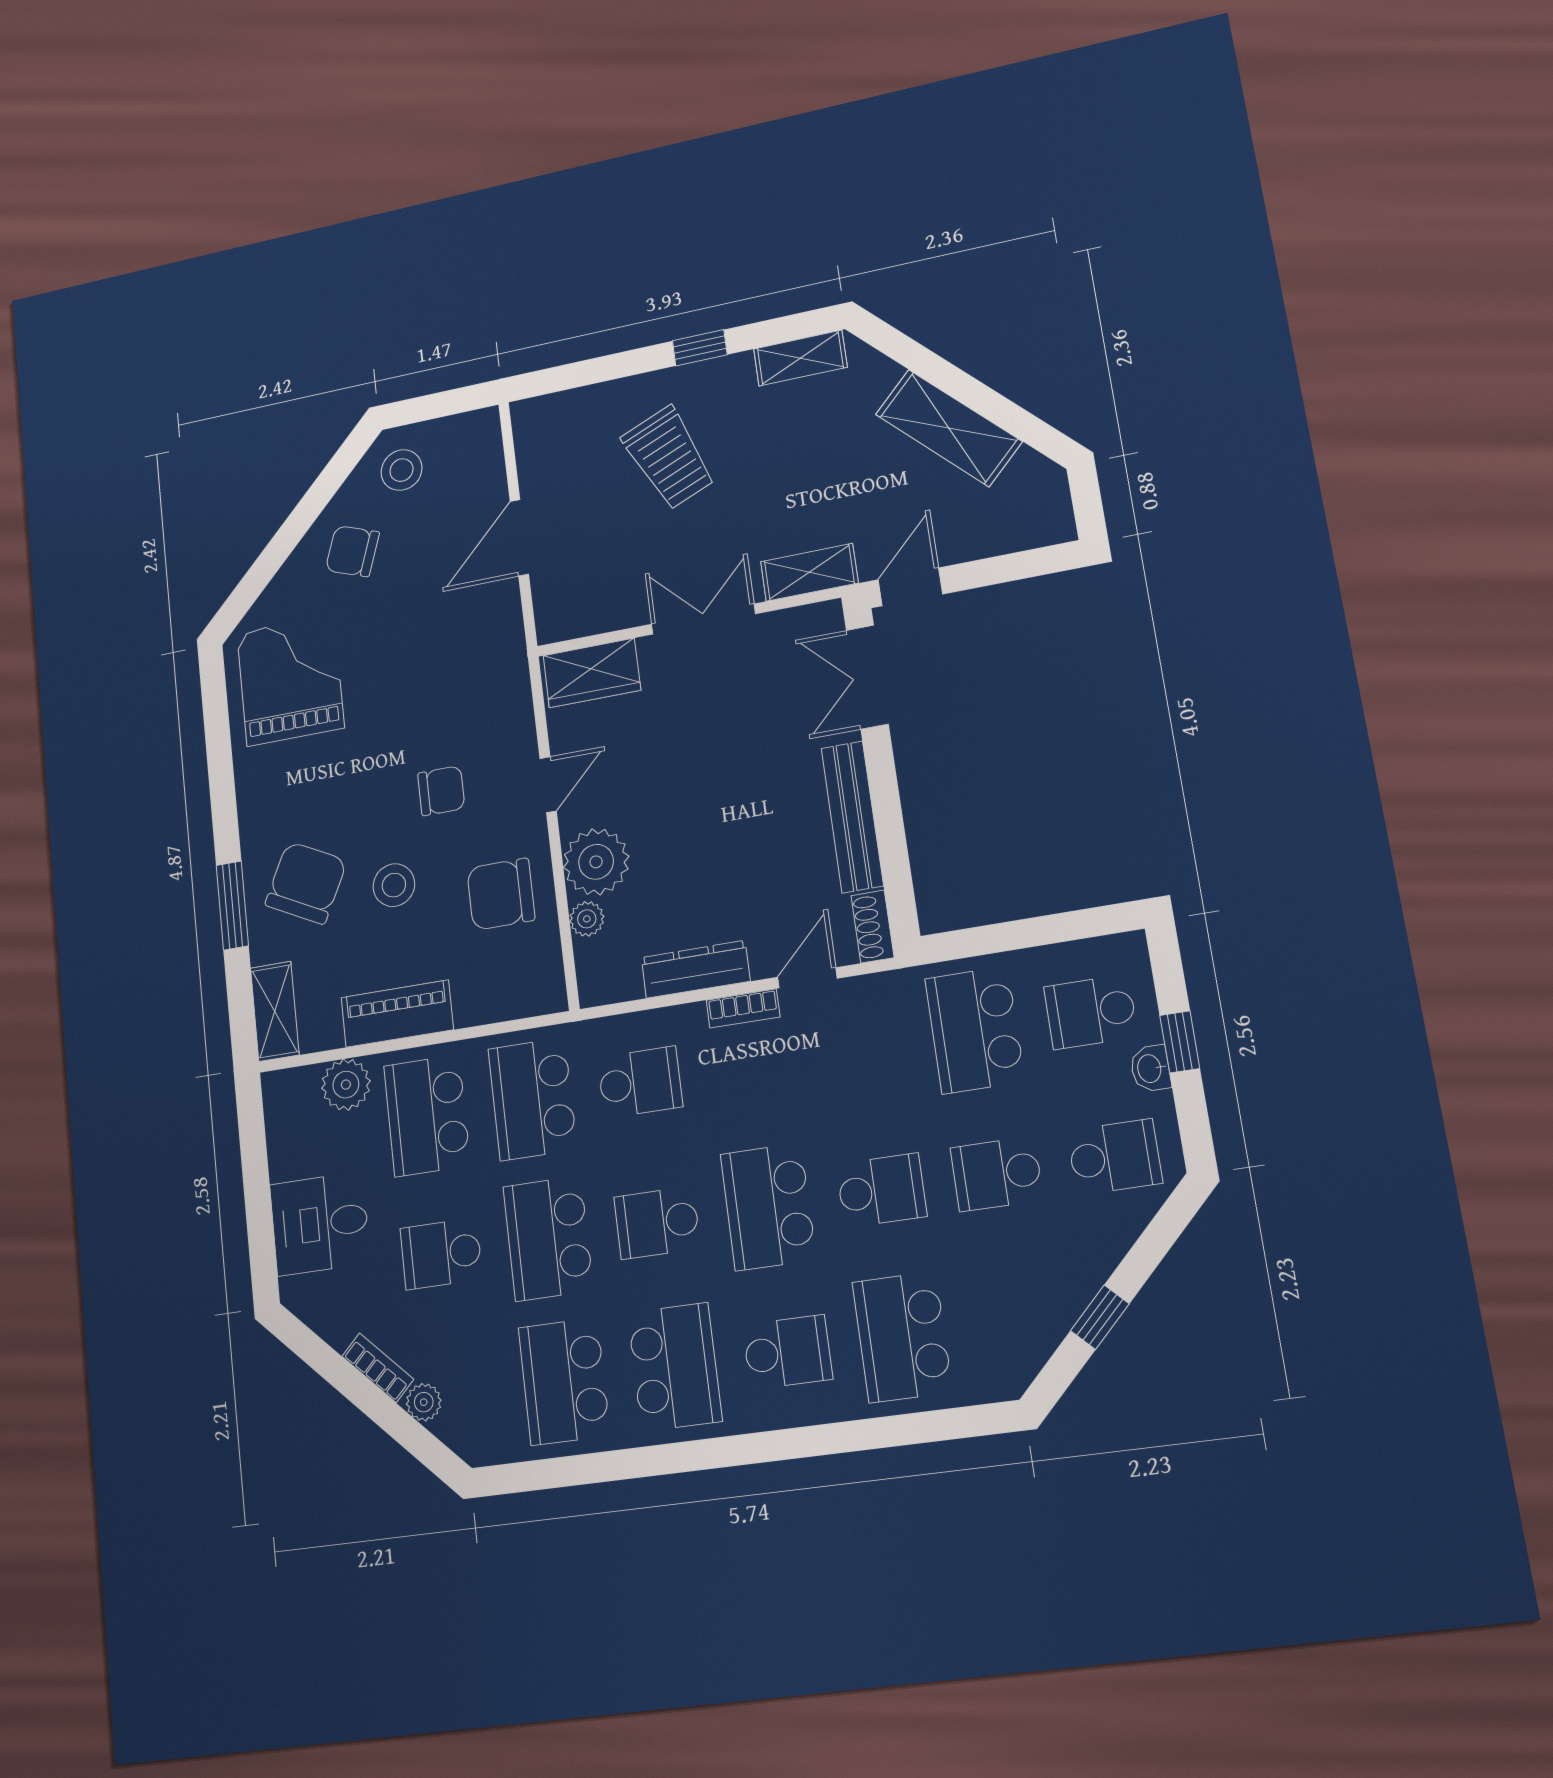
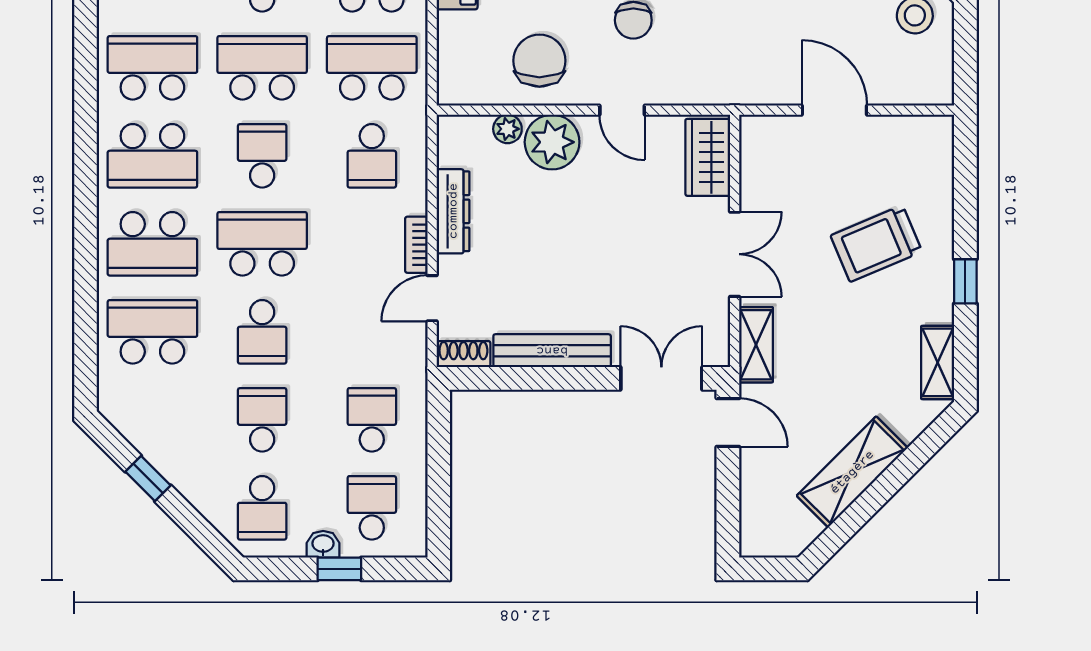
door: (807, 978) -> (432, 298), swing flipped
school desk: (975, 1030) -> (372, 420), width x0.54
school desk: (787, 1352) -> (152, 244), width x1.85

